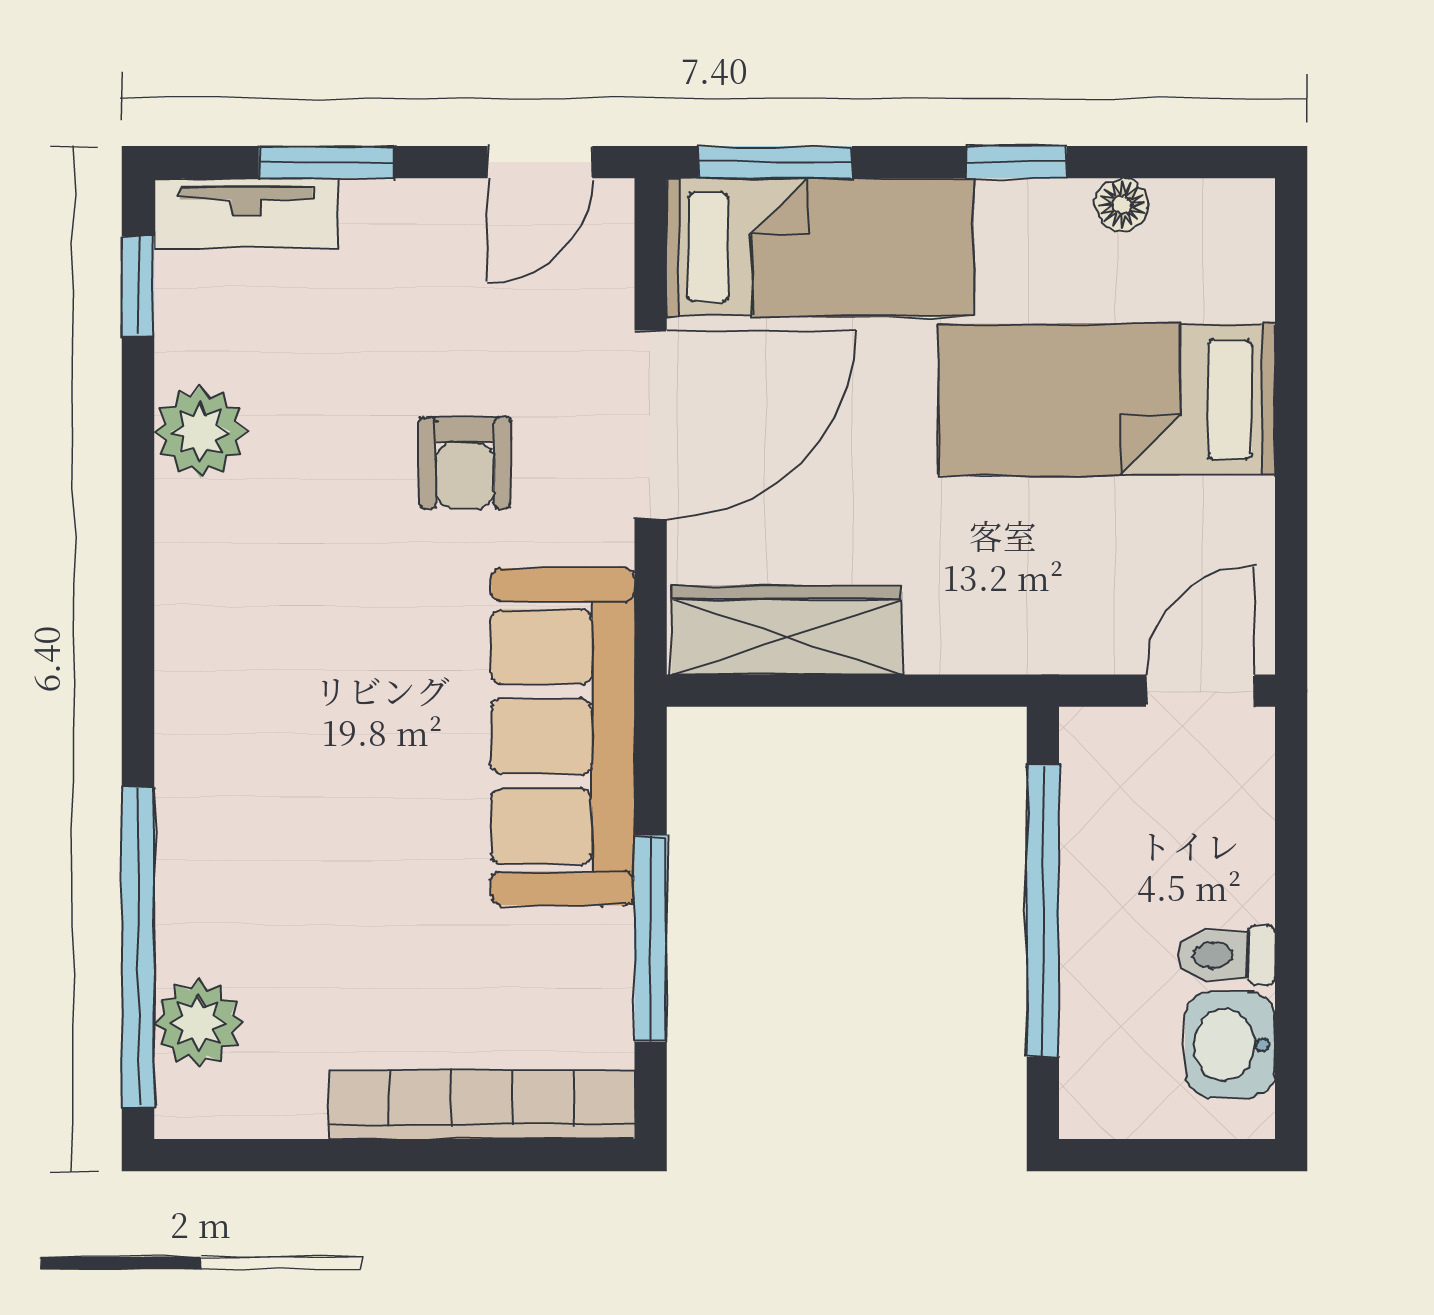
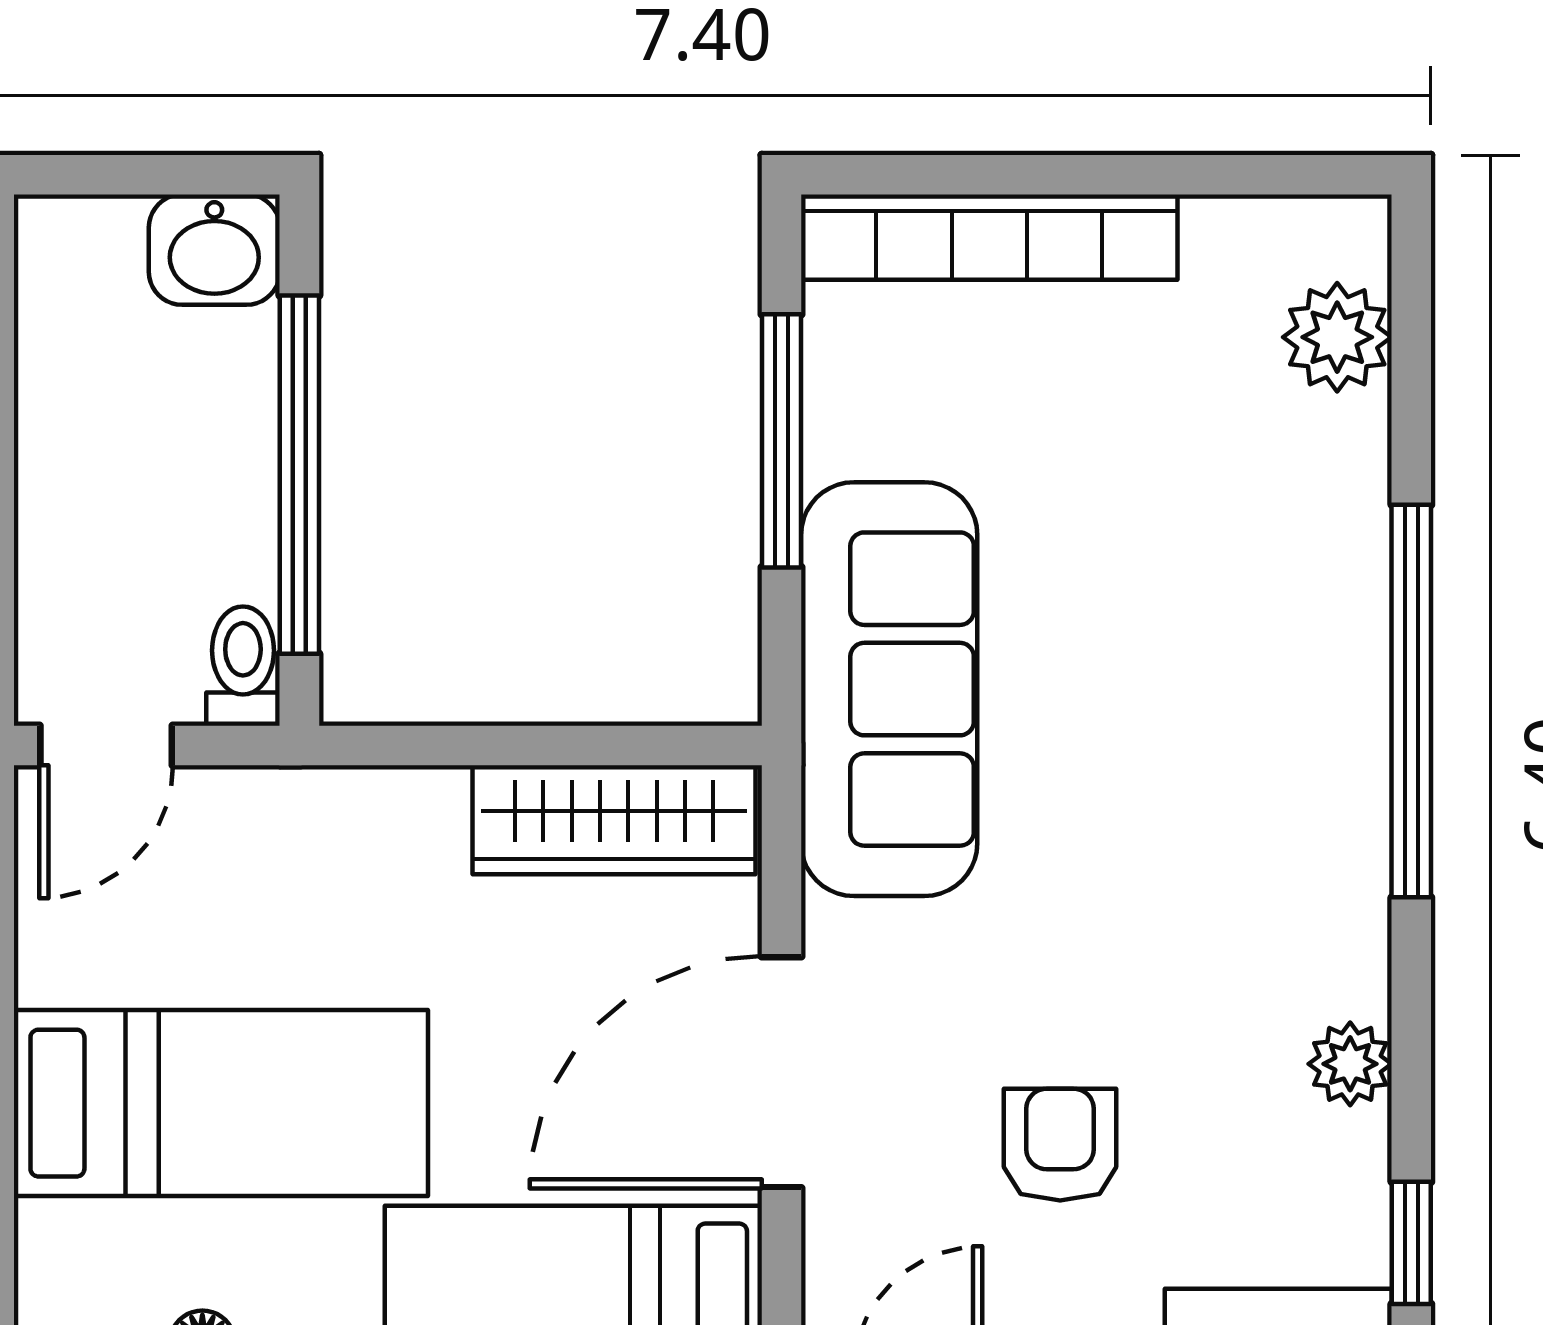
plant: (201, 432) -> (1350, 1064), width x0.73, depth x0.73
armchair: (465, 463) -> (1060, 1145), moved
window: (138, 947) -> (1411, 701), moved
toilet: (1227, 955) -> (243, 666), moved, turned -90
washbasin: (1230, 1045) -> (214, 250), moved, turned 90

